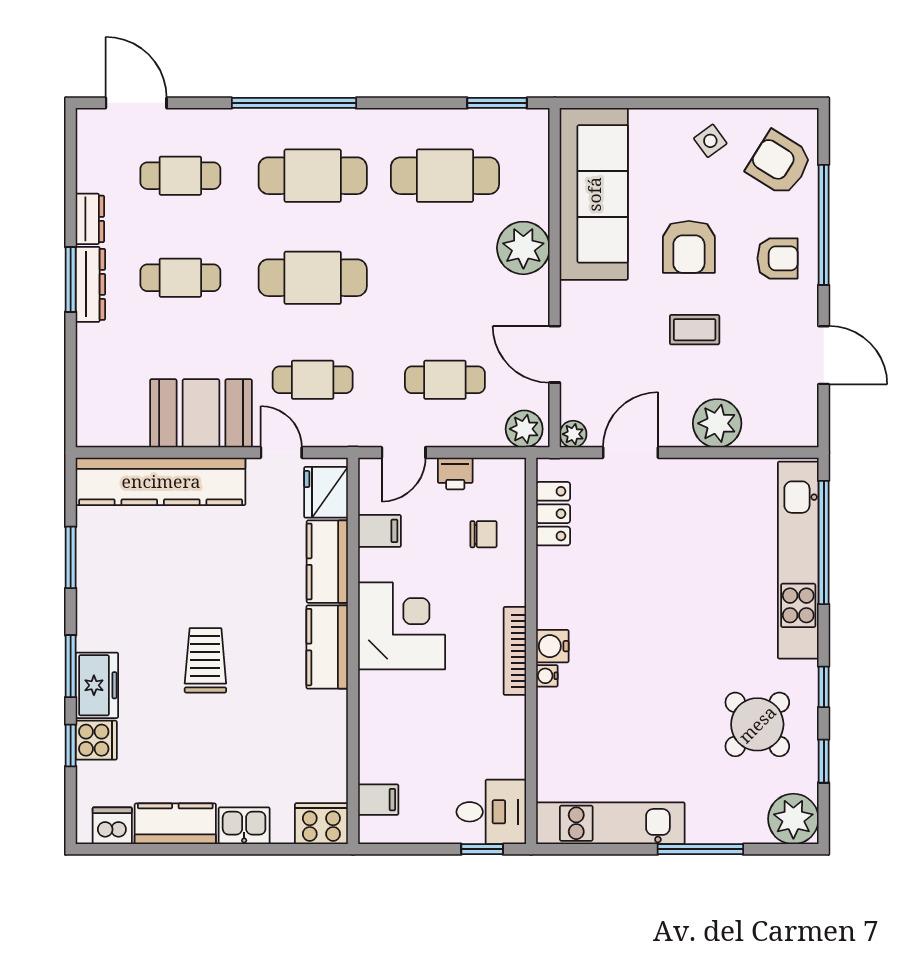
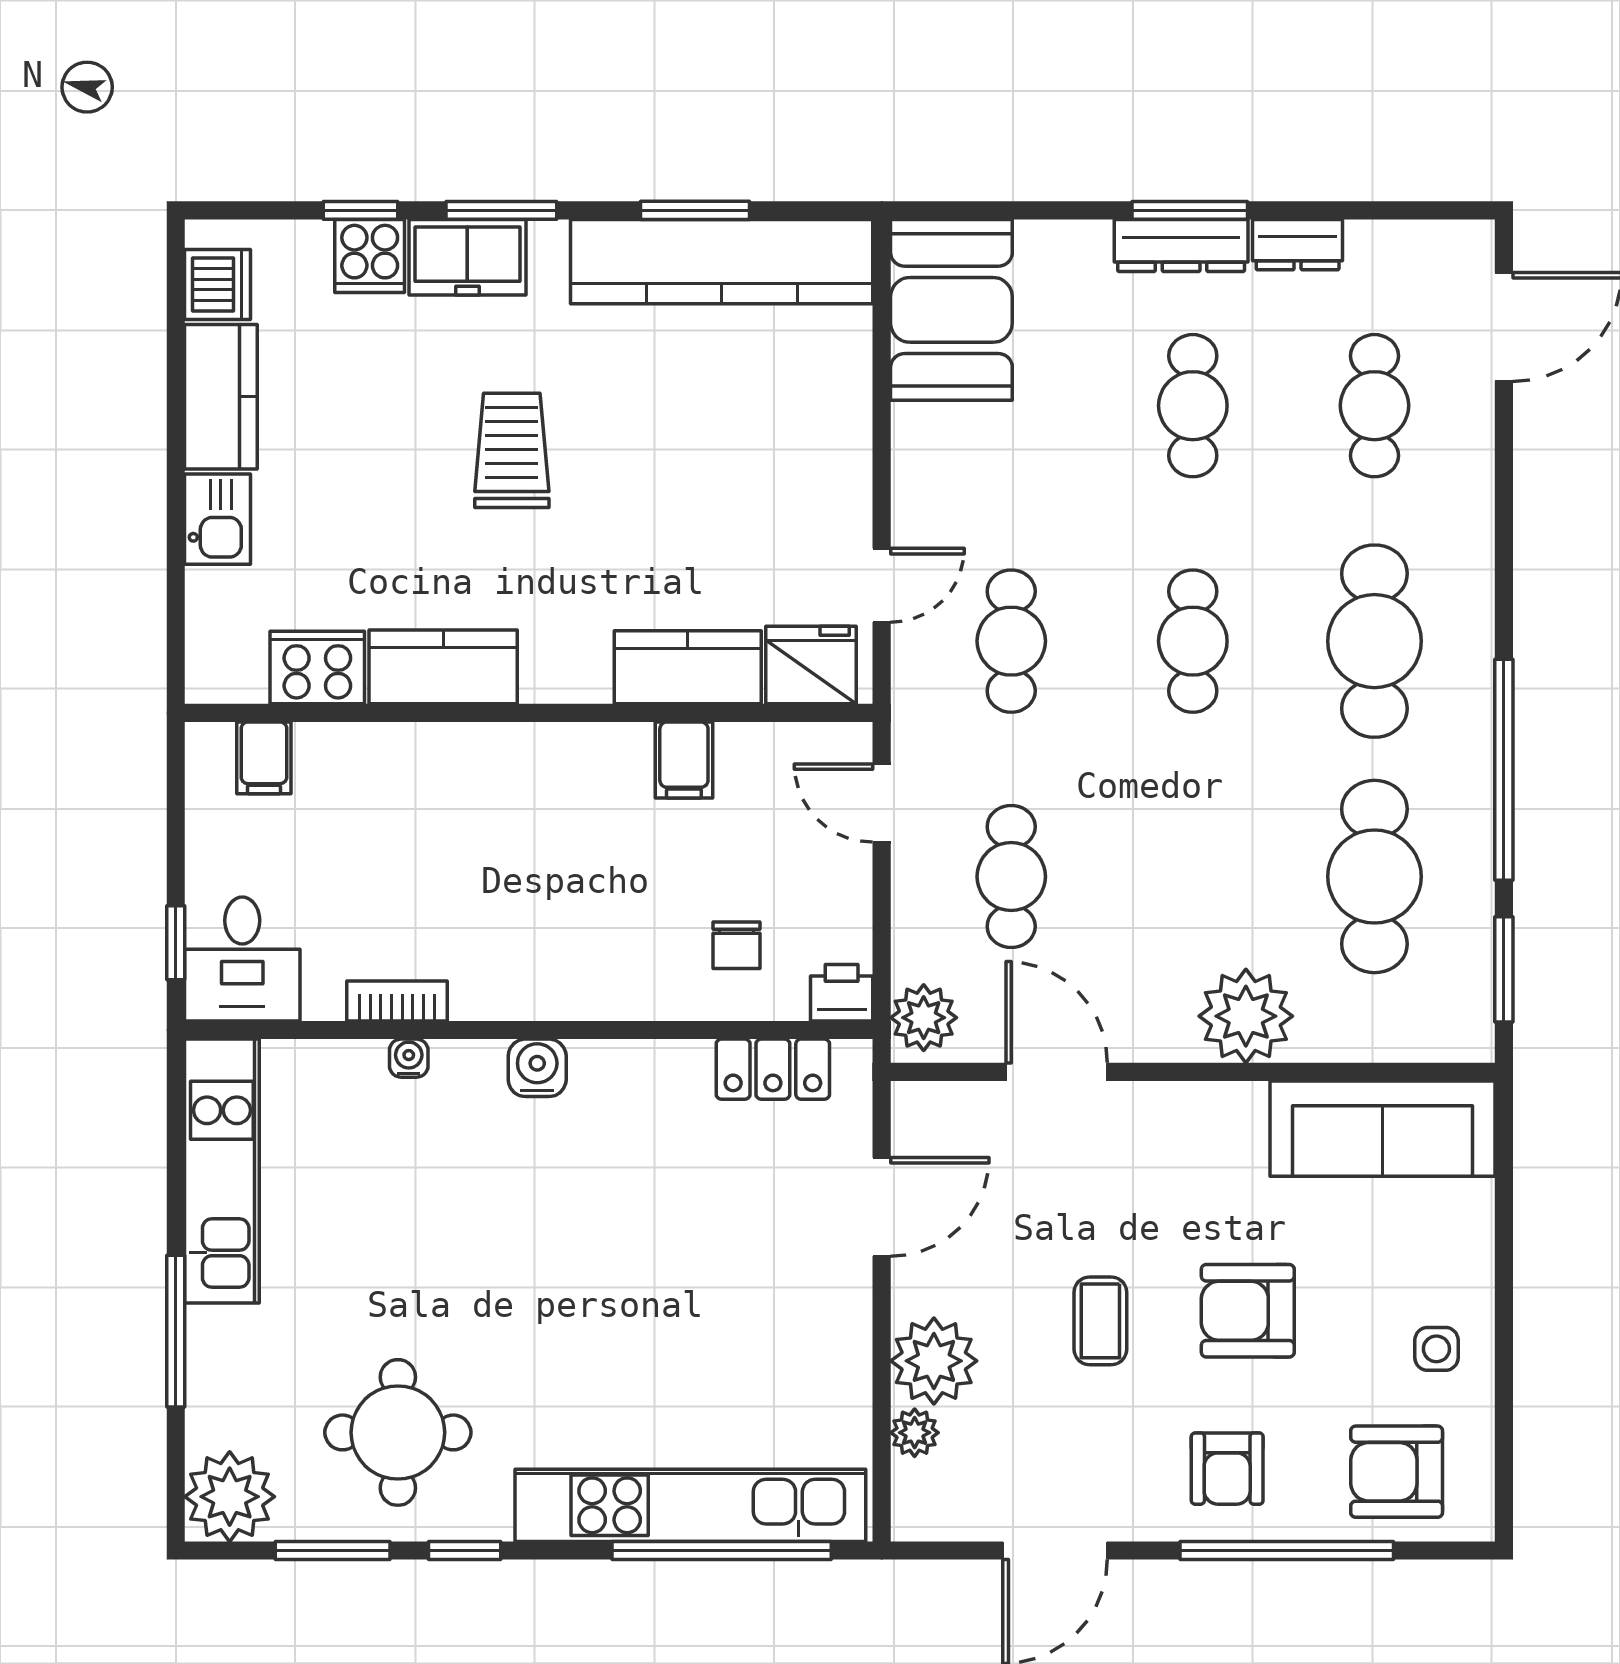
window: (294, 103) -> (1504, 770), moved
side table: (710, 141) -> (1436, 1349), turned 36
armchair: (779, 163) -> (1397, 1472), turned -122
sofa: (594, 194) -> (1383, 1129), width x0.74, depth x0.79
cafe table: (313, 278) -> (1193, 641), width x0.73, depth x0.74
door: (555, 354) -> (1057, 1072), hinge flipped
booth: (201, 413) -> (951, 310), moved
plant: (573, 434) -> (915, 1433), moved
door: (631, 453) -> (882, 1207), hinge flipped
printer: (455, 473) -> (842, 993), moved, turned 90
kitchen counter: (161, 481) -> (722, 262), moved, turned -90
filing cabinet: (379, 531) -> (684, 760), moved
corner desk: (402, 626) -> (573, 799), removed
kitchen counter: (327, 647) -> (443, 667), moved
bookcase: (515, 651) -> (397, 1001), moved, width x0.64
trolley: (205, 660) -> (512, 450), turned -90
water cooler: (547, 676) -> (409, 1058), moved
round table: (757, 724) -> (398, 1432), turned 45
window: (824, 761) -> (333, 1550), width x1.50
cooker: (321, 824) -> (317, 667), moved, turned -90

